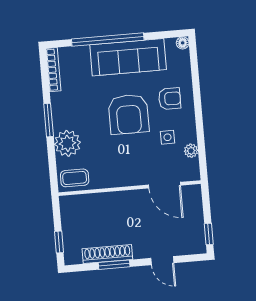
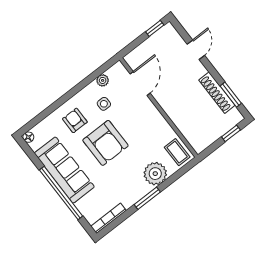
armchair: (129, 114) -> (105, 143), turned 90
window: (114, 265) -> (231, 95), moved

